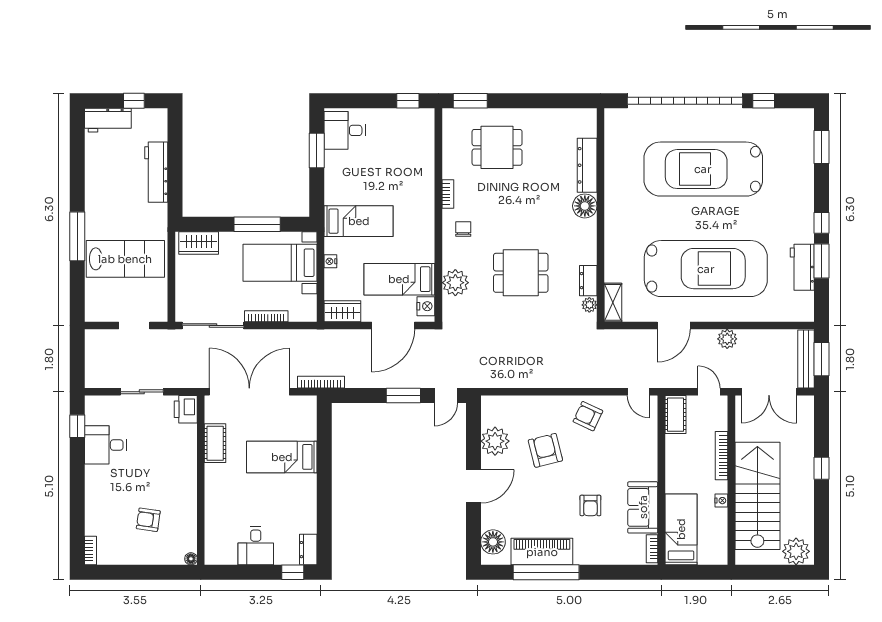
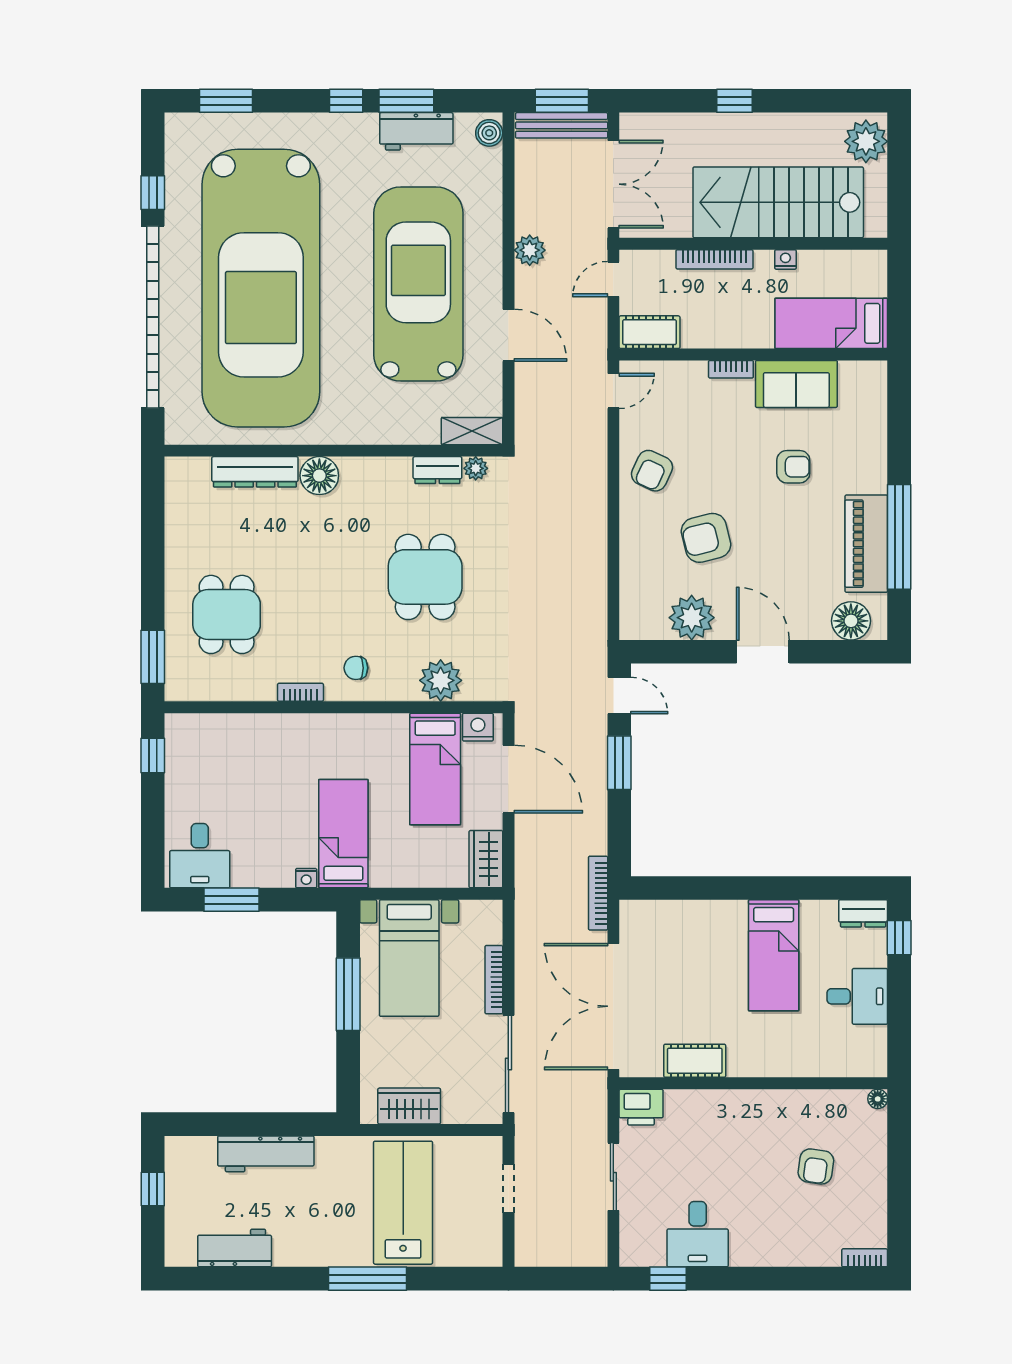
workbench: (108, 120) -> (235, 1248), moved, turned -90
car: (703, 169) -> (261, 288), width x1.36, depth x1.48
wardrobe: (199, 243) -> (409, 1106), moved, turned -90
nightstand: (330, 261) -> (306, 878), moved
boiler: (801, 313) -> (489, 133), added
bed: (282, 457) -> (774, 955), moved
bookcase: (652, 549) -> (731, 369), moved

